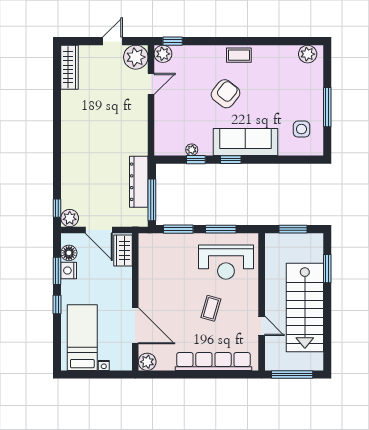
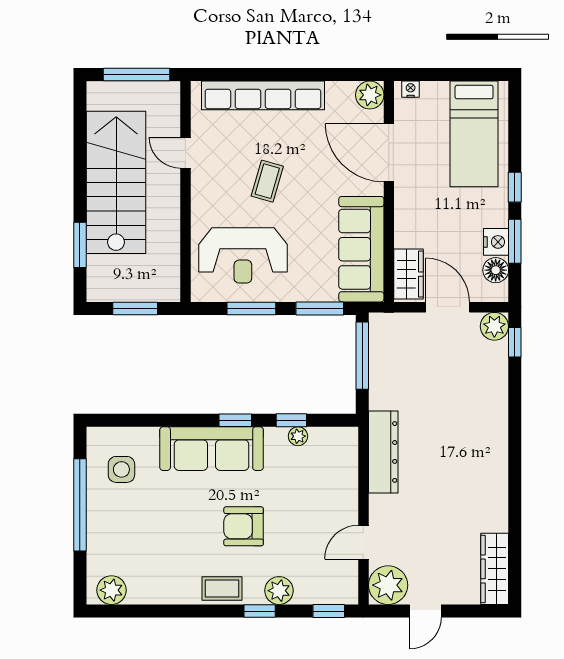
window: (216, 41) -> (260, 611), added
plant: (163, 54) -> (279, 591), moved
armchair: (226, 94) -> (244, 526), turned 52
window: (327, 107) -> (80, 505), width x1.46
dresser: (139, 182) -> (383, 452), moved
reception desk: (226, 262) -> (243, 255), turned 180
sofa: (152, 266) -> (361, 249), added
nightstand: (104, 365) -> (411, 89), moved

